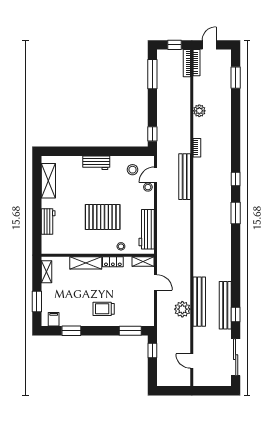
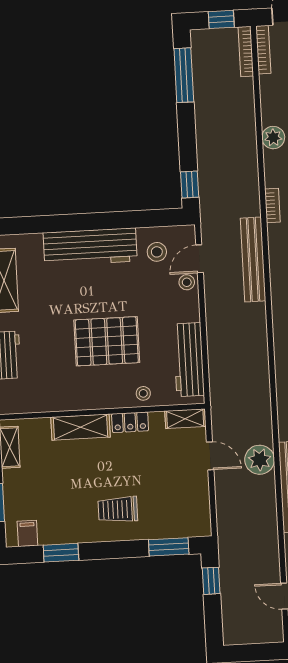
workbench: (96, 163) -> (90, 247), width x1.88, depth x1.32
plant: (182, 309) -> (260, 460), moved

